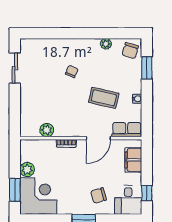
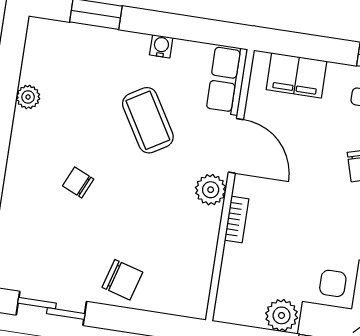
chair: (130, 51) -> (122, 280), moved
coffee table: (104, 98) -> (148, 120), turned -44
plant: (47, 130) -> (211, 190), moved

